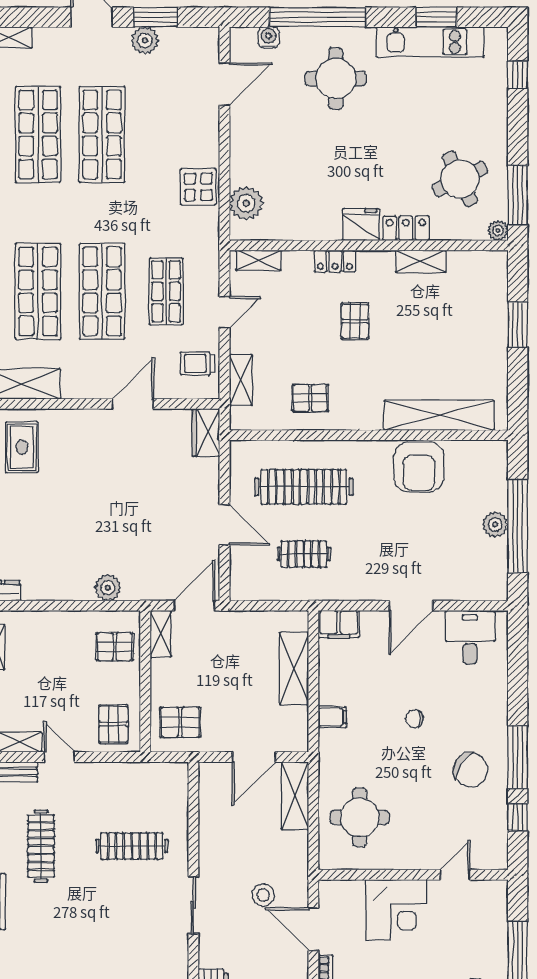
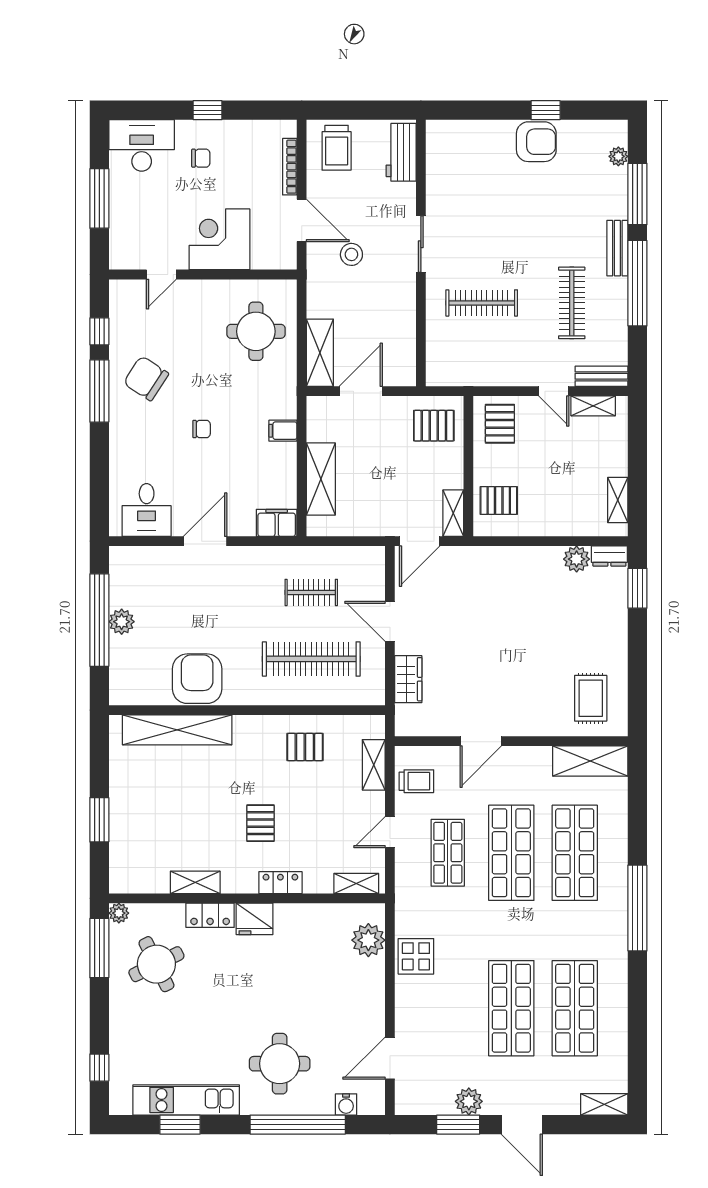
wardrobe: (206, 432) -> (408, 679), moved
plant: (108, 588) -> (577, 559), moved

